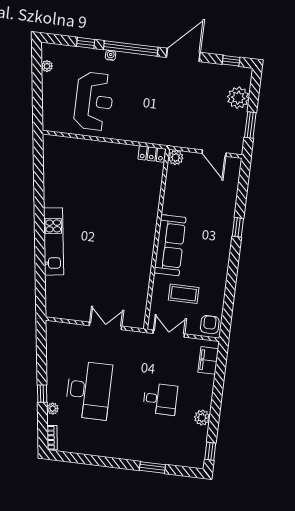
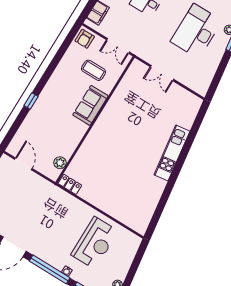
reception desk: (94, 101) -> (95, 243), turned 180
plant: (176, 158) -> (60, 163), moved
sofa: (170, 245) -> (90, 105), width x0.73

